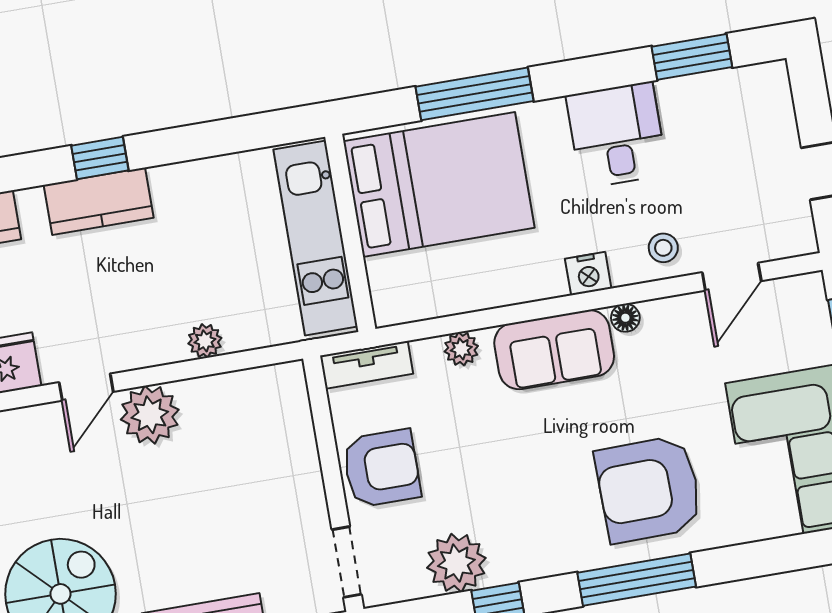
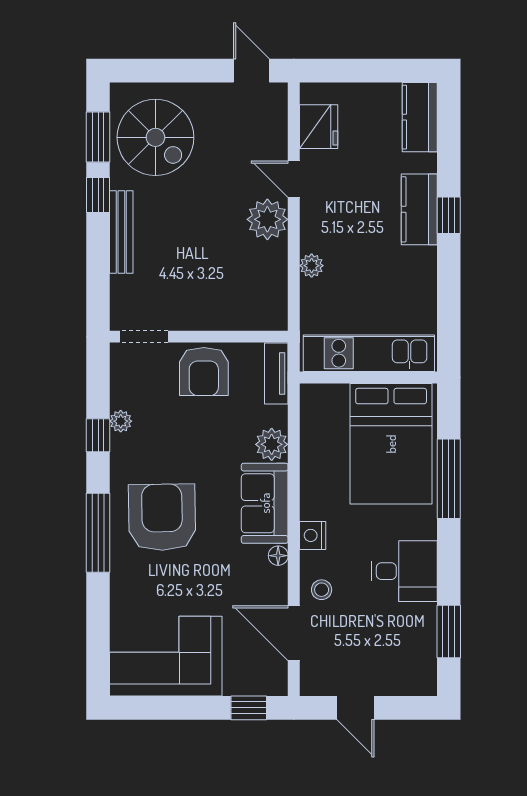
door: (732, 277) -> (294, 633), width x1.37
plant: (461, 349) -> (272, 444), width x1.38, depth x1.38
armchair: (649, 489) -> (162, 517), moved
plant: (456, 563) -> (121, 421), width x0.53, depth x0.53

